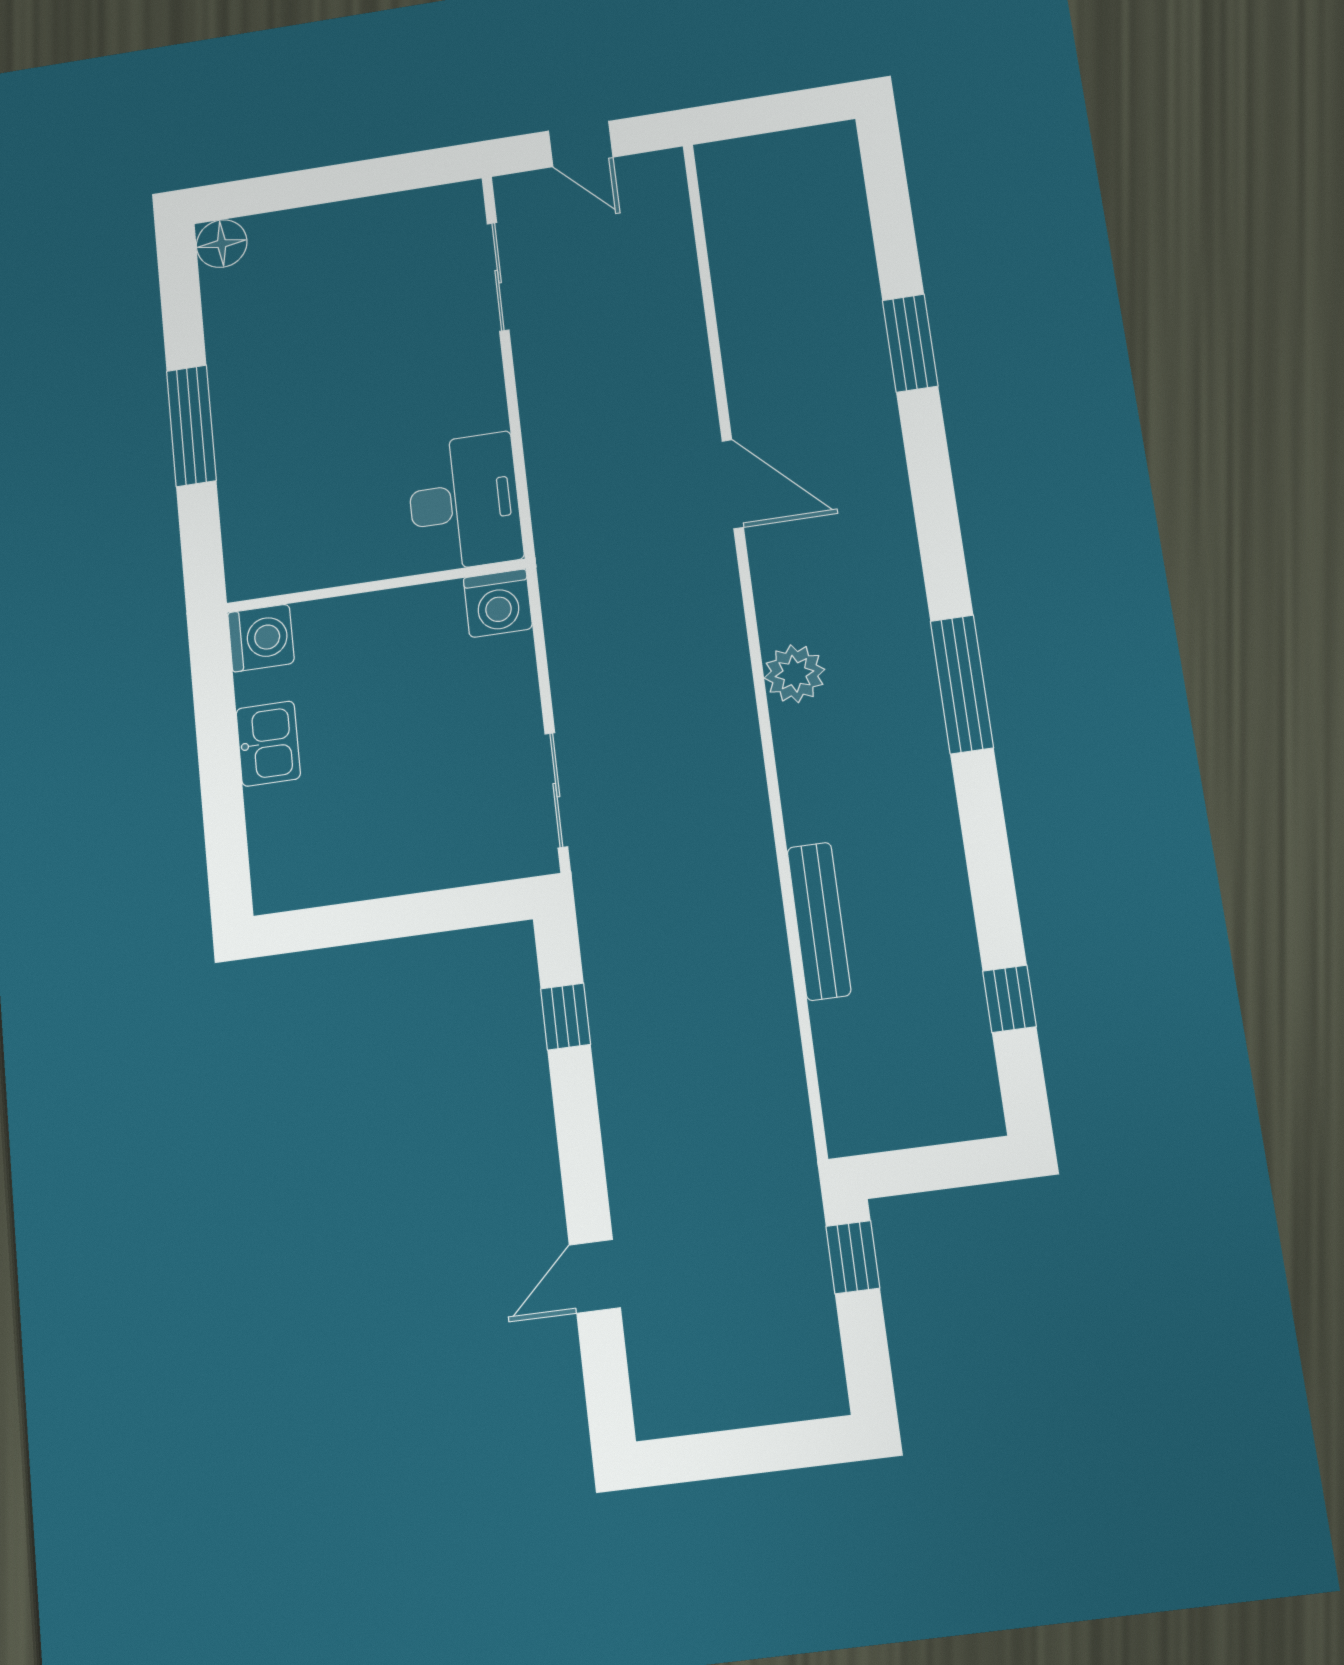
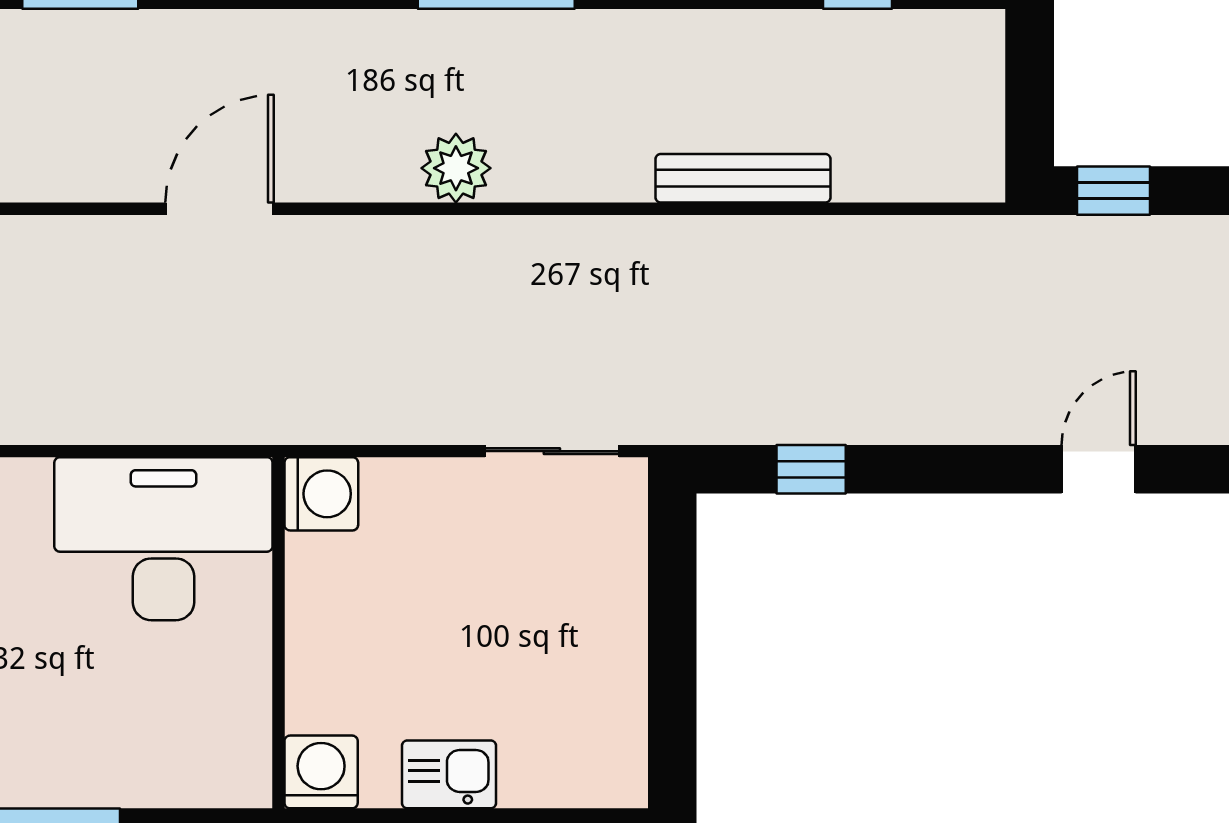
desk: (464, 502) -> (163, 539), width x1.36, depth x1.30
door: (595, 1276) -> (1099, 469), swing flipped

